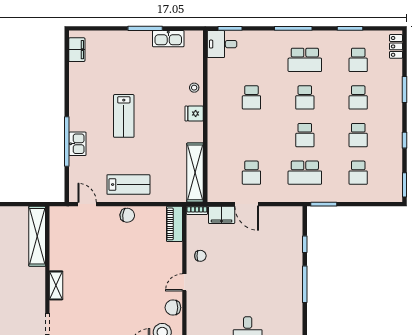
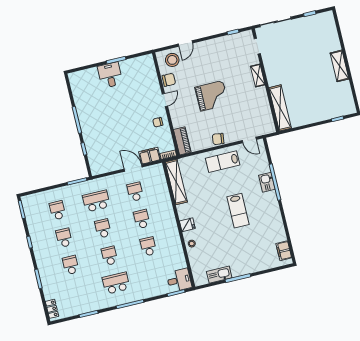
school desk: (358, 60) -> (142, 219), moved
lab bench: (124, 116) -> (238, 211), turned 180
grand piano: (122, 273) -> (212, 96), added

